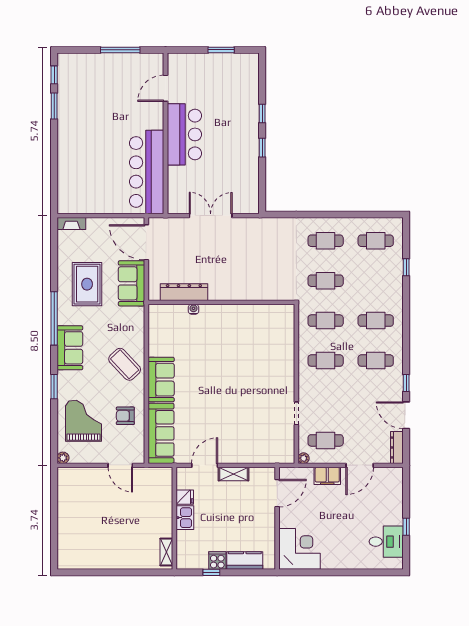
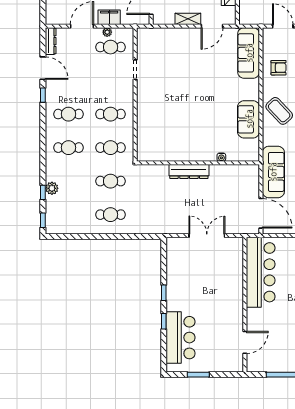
bar counter: (184, 134) -> (181, 338), moved, turned 180
double door: (211, 216) -> (207, 236), swing flipped
window: (406, 234) -> (43, 220), added
cafe table: (376, 241) -> (68, 215), removed
plant: (396, 272) -> (52, 188), added
sofa: (132, 283) -> (273, 172), width x1.36
dresser: (184, 292) -> (189, 171), moved
sofa: (161, 380) -> (249, 119), moved
plant: (304, 458) -> (107, 32), moved

